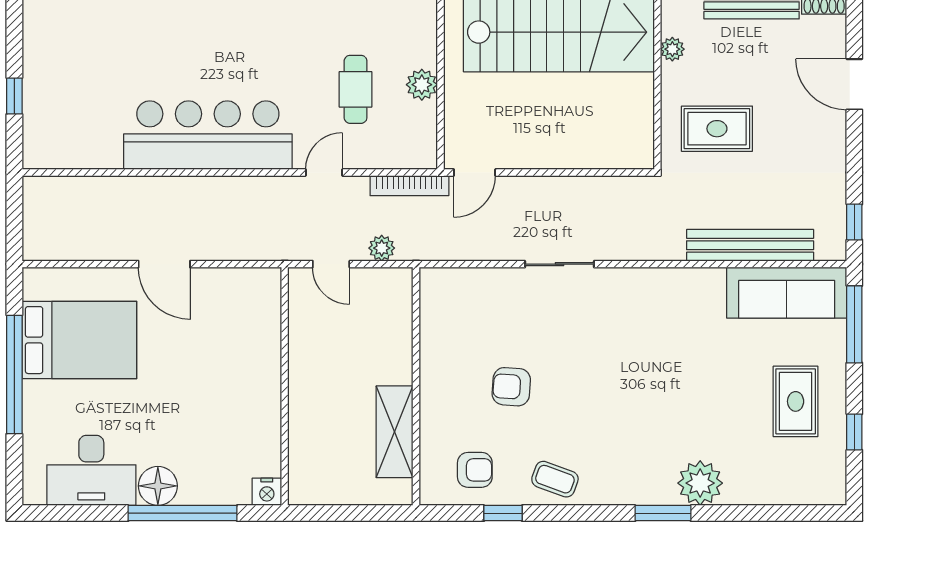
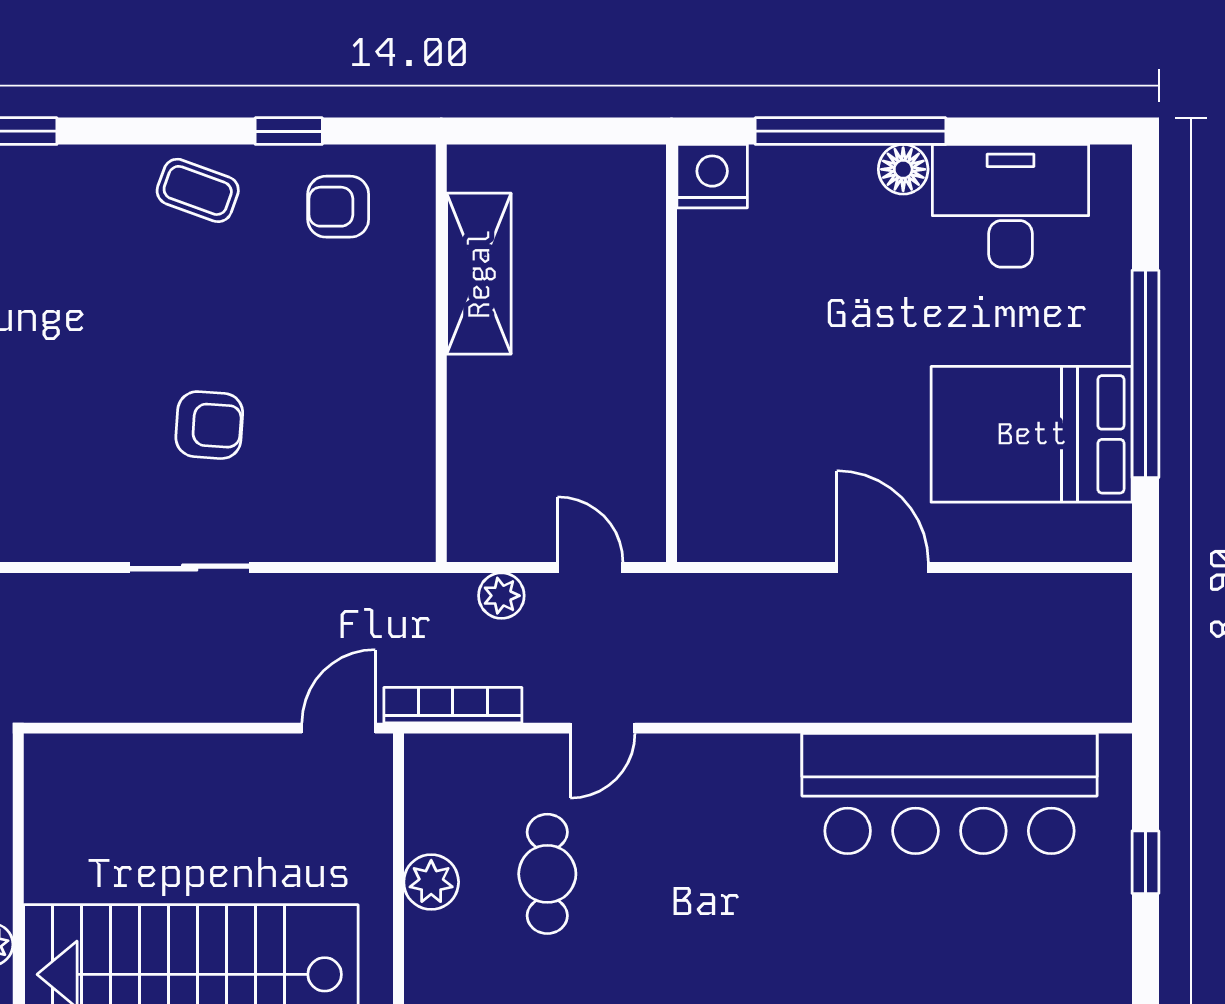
bar counter: (208, 135) -> (949, 794), moved
armchair: (511, 387) -> (209, 425), moved
floor lamp: (158, 486) -> (903, 169), width x0.73, depth x0.73
nightstand: (267, 492) -> (712, 176), width x1.36, depth x1.33

